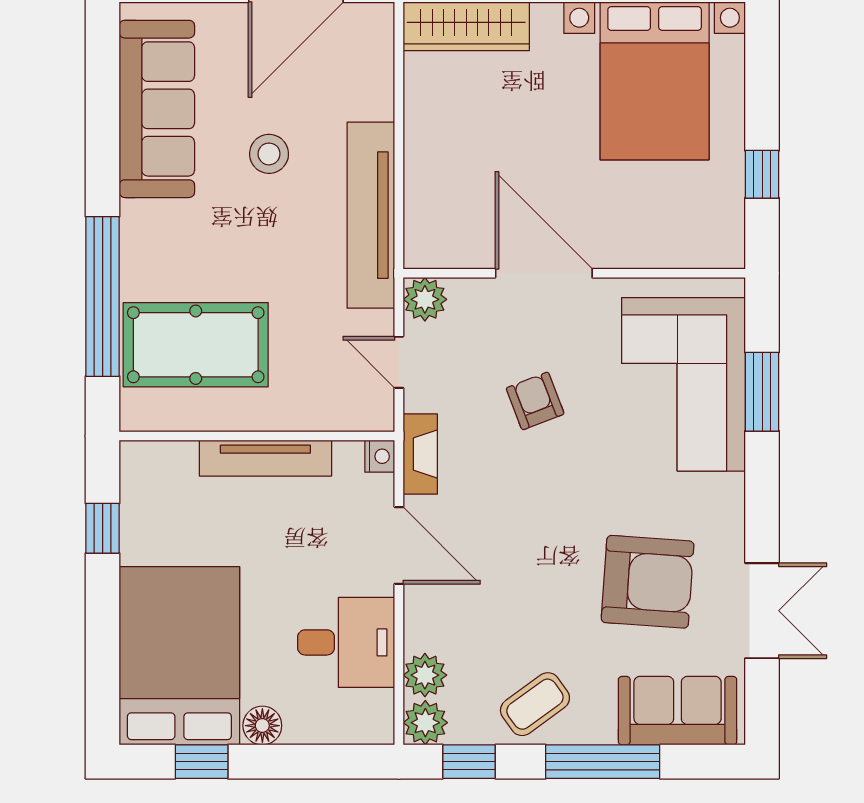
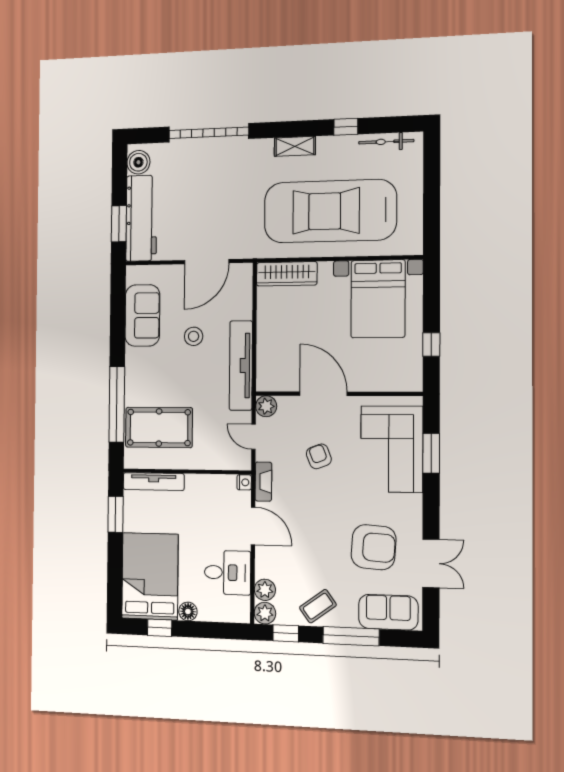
sofa: (157, 109) -> (142, 315), width x0.73
tv unit: (265, 458) -> (154, 482), moved
window: (103, 528) -> (116, 514), width x1.50

